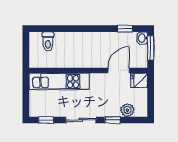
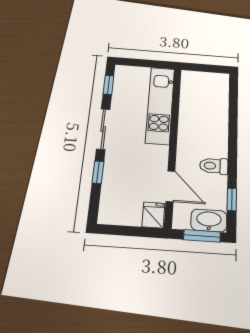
washbasin: (142, 38) -> (209, 220), width x1.91, depth x1.45
toilet: (48, 42) -> (214, 166), moved
plant: (127, 110) -> (110, 195), removed

